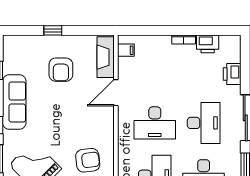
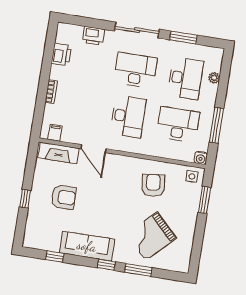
bookcase: (184, 39) -> (51, 92), moved

